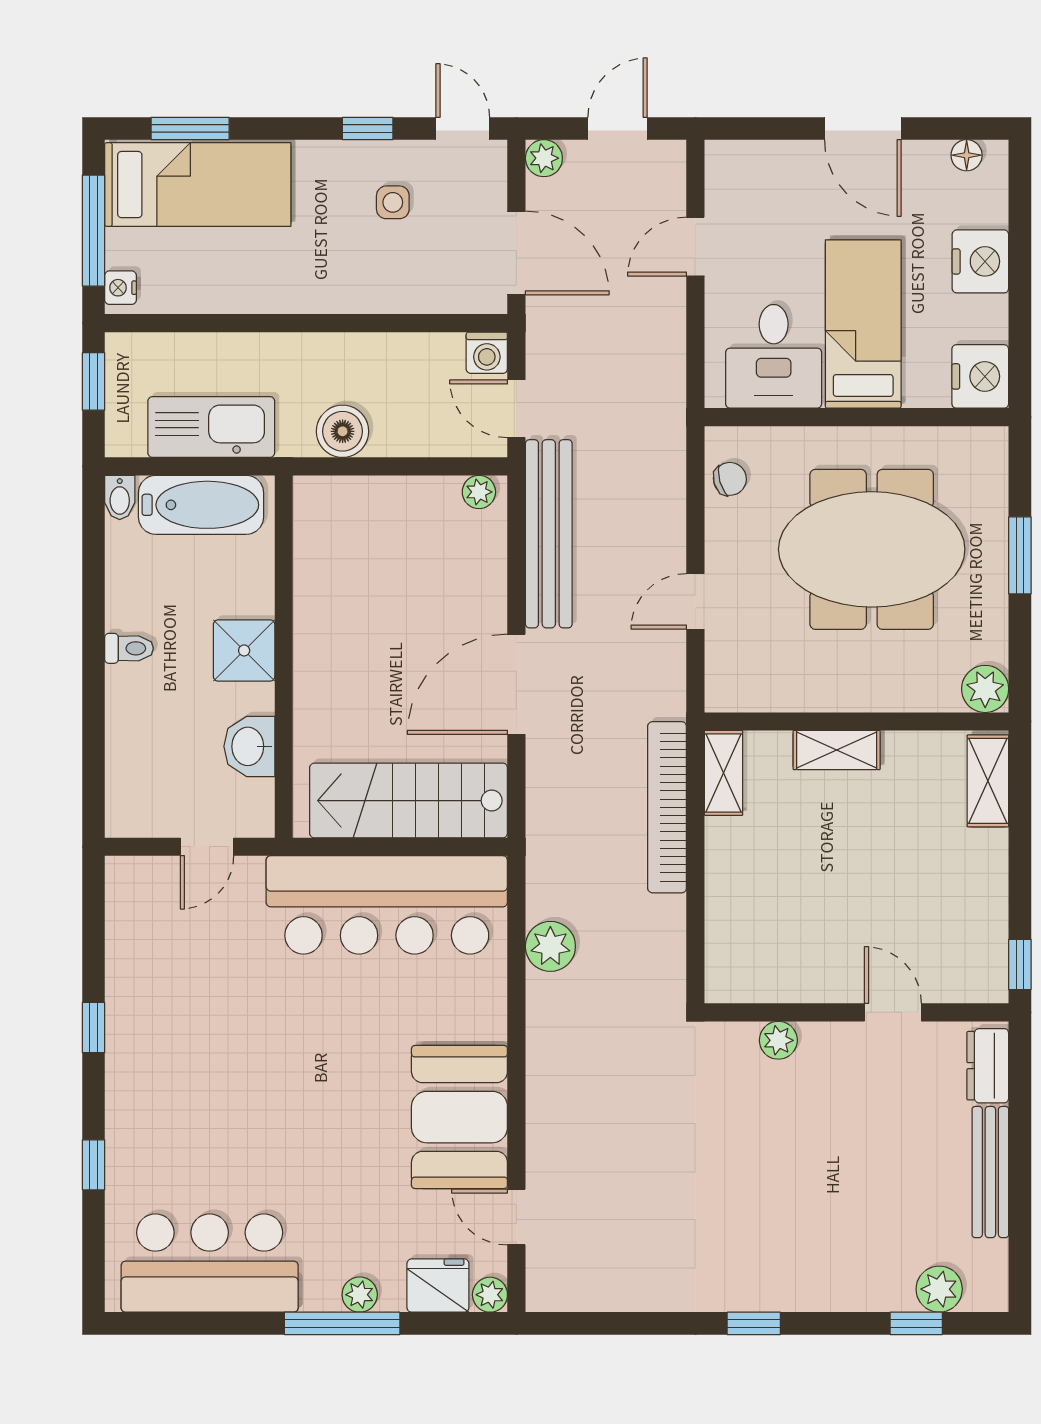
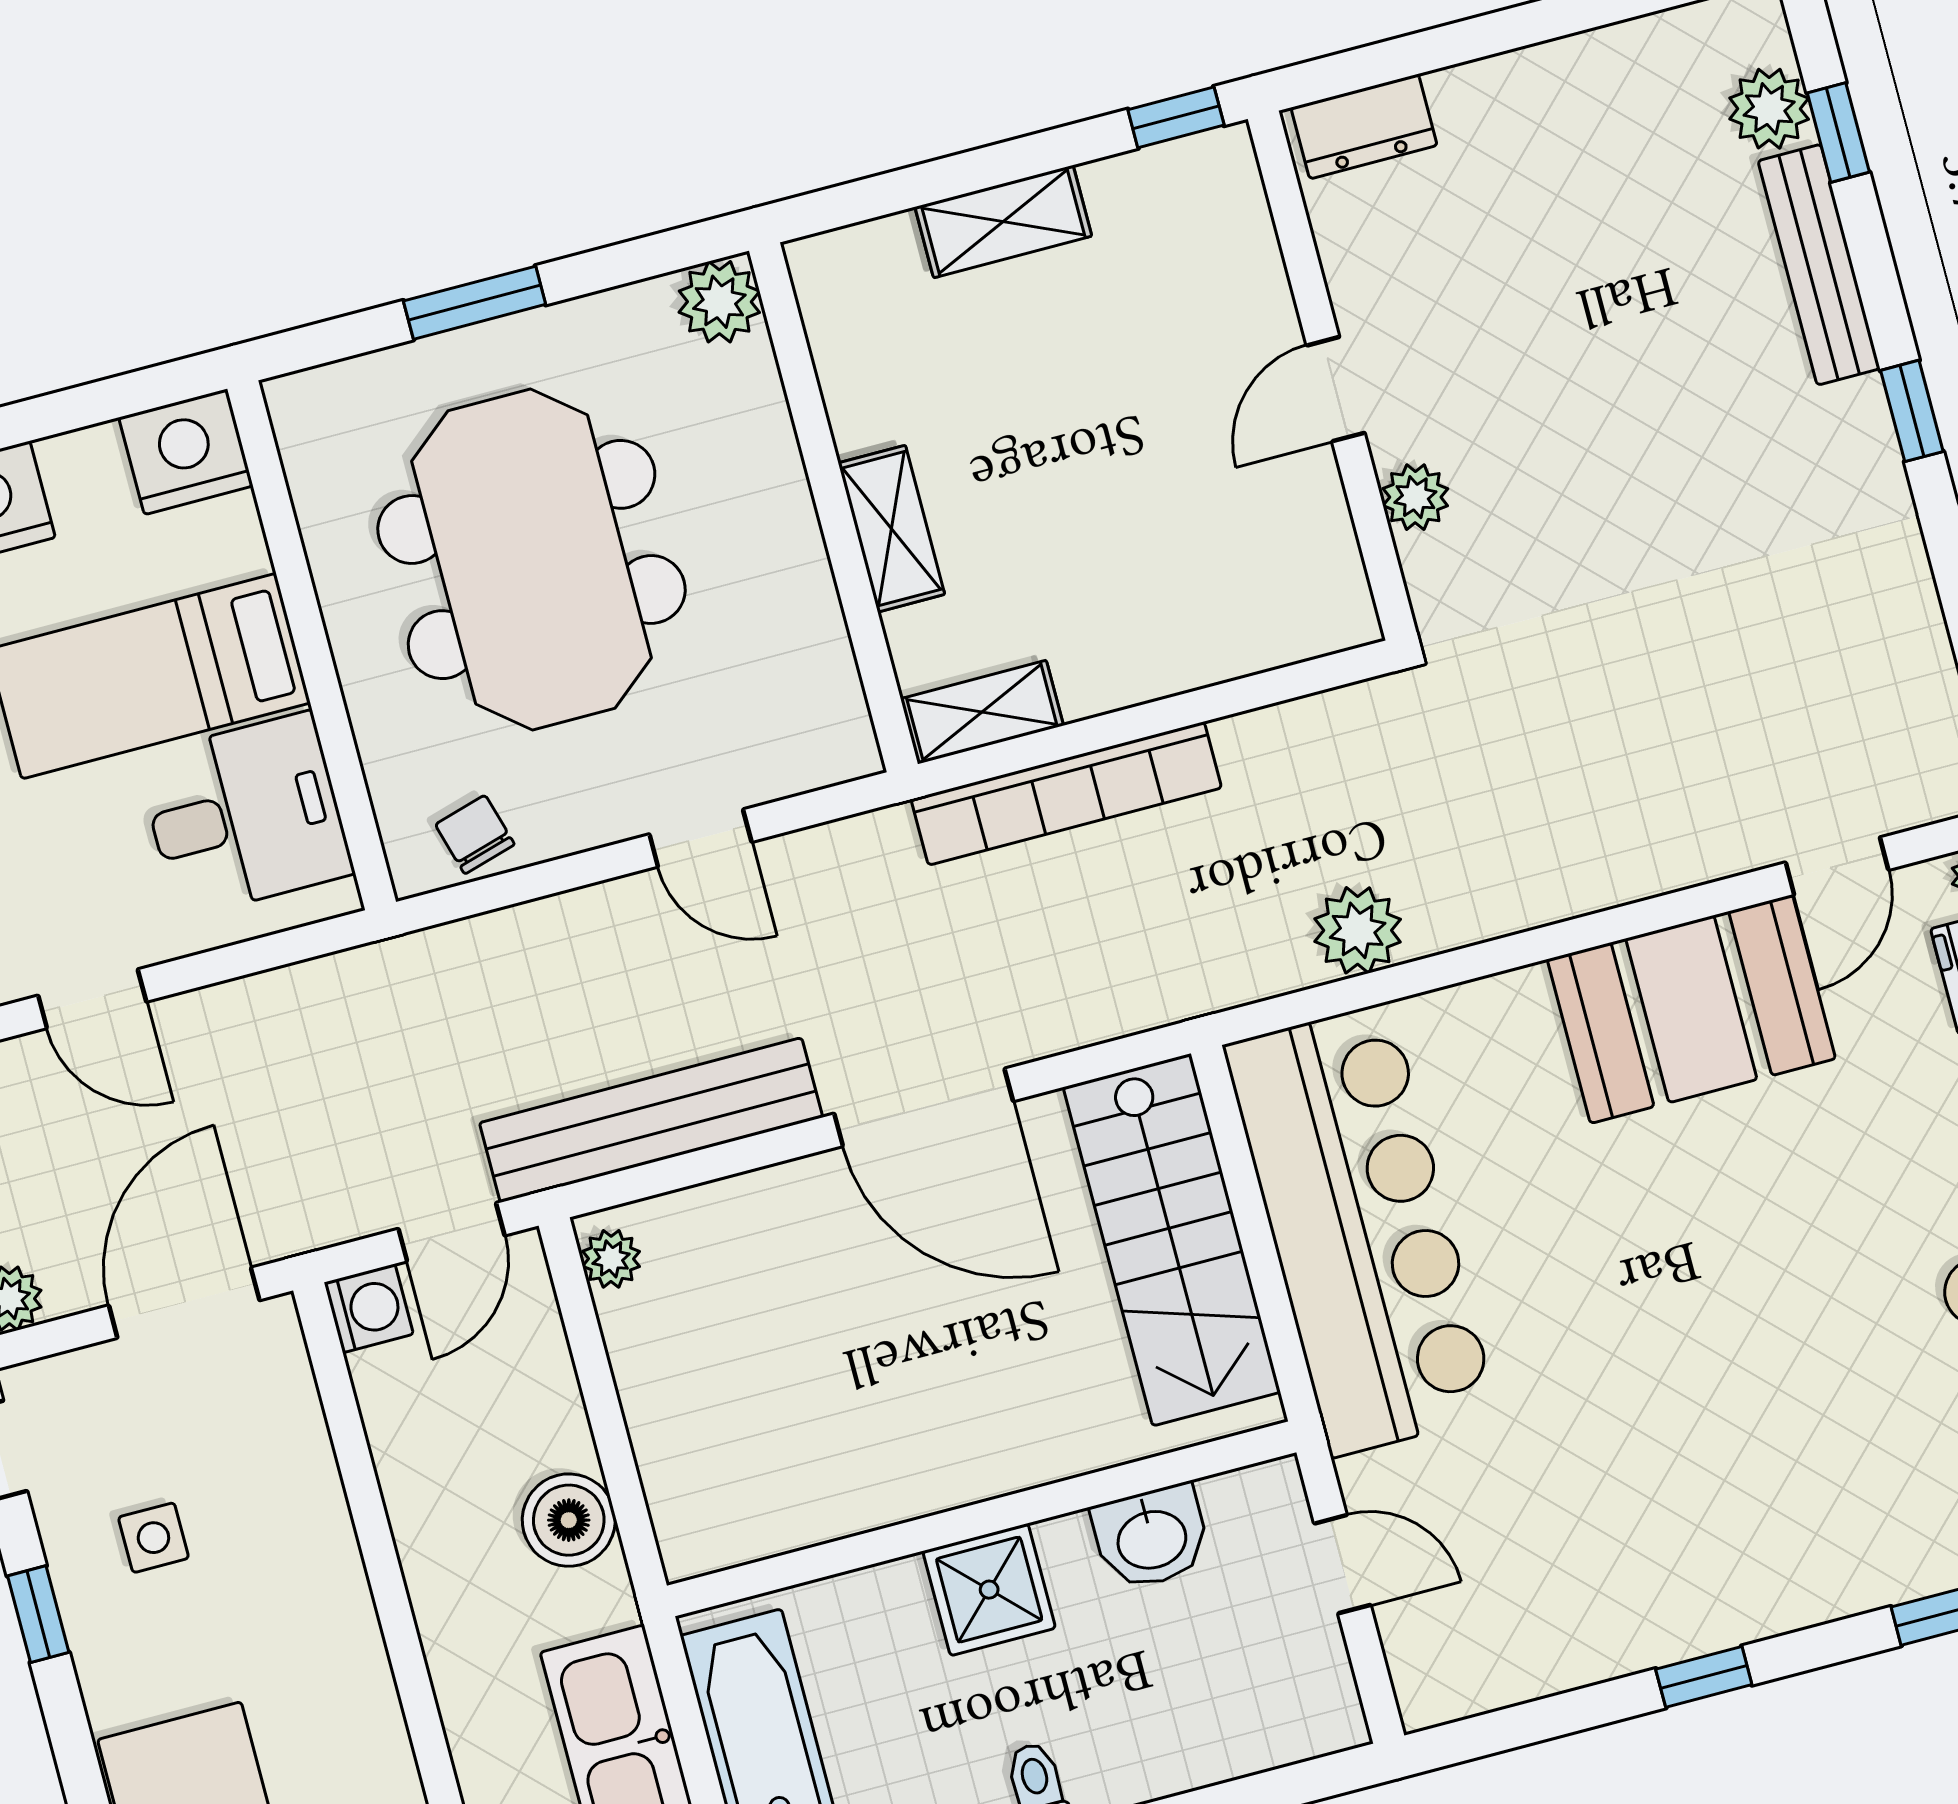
shelving: (988, 781) -> (1003, 222), moved
door: (893, 1012) -> (1336, 389), moved
bench: (990, 1172) -> (1819, 265), moved, turned 90

